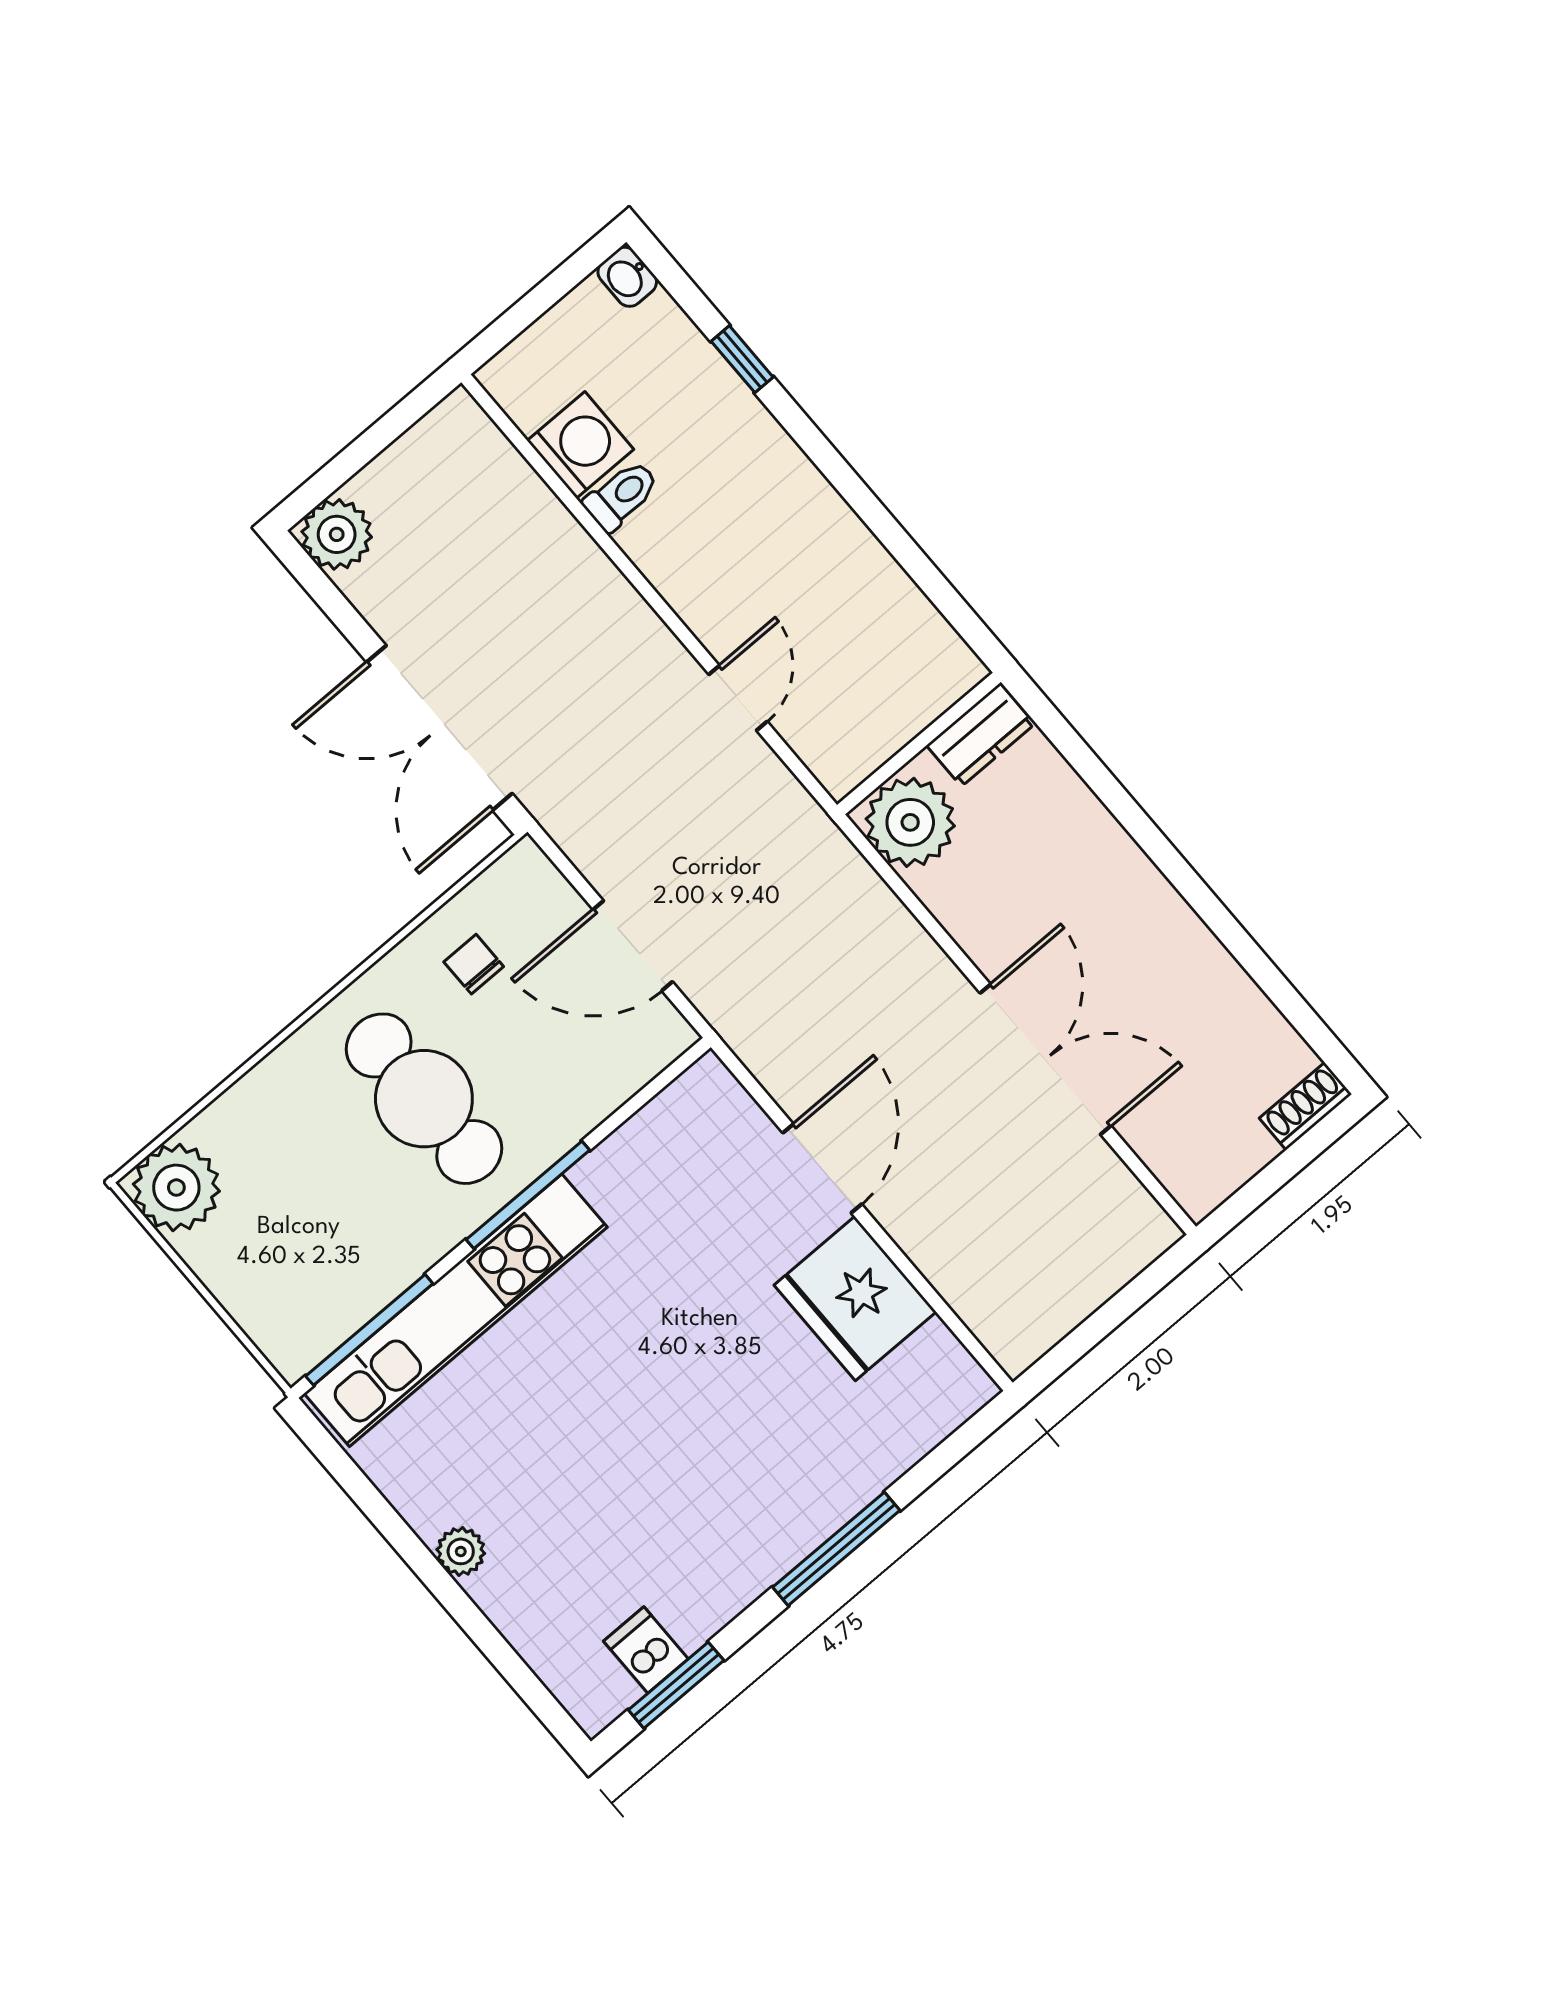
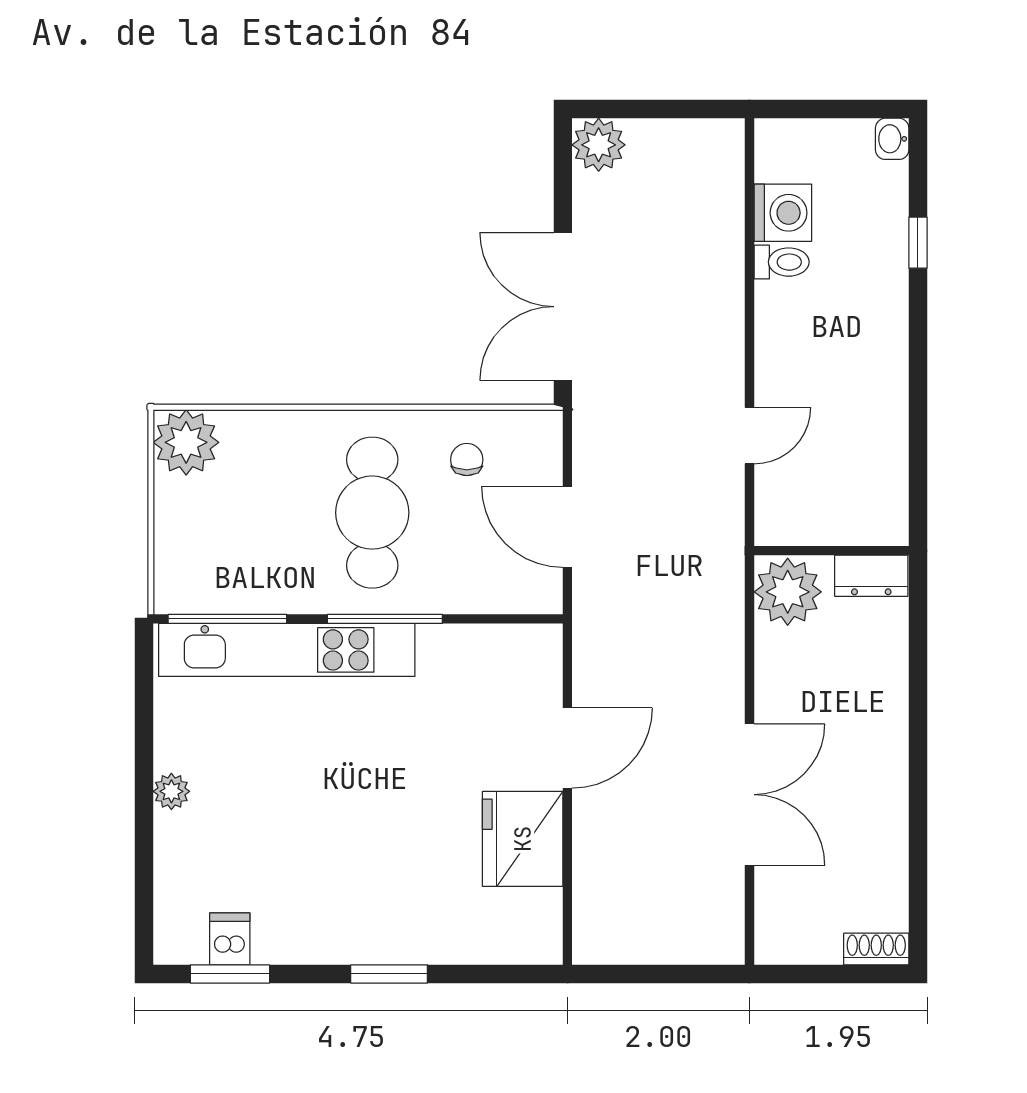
window: (836, 1549) -> (389, 974), width x0.69

